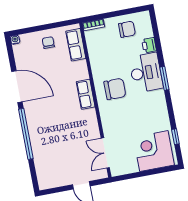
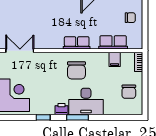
row of seats: (76, 45) -> (113, 42), moved
printer: (149, 45) -> (61, 109), moved
filing cabinet: (96, 51) -> (115, 59), added
window: (175, 137) -> (43, 117), moved

